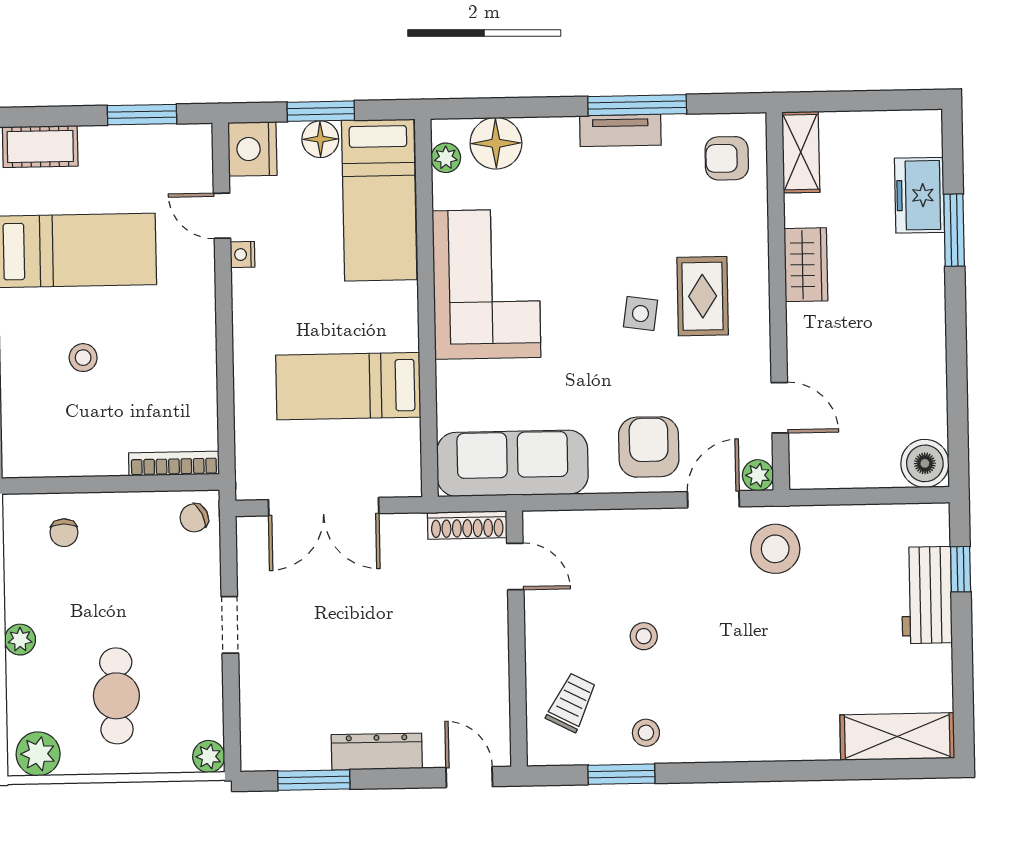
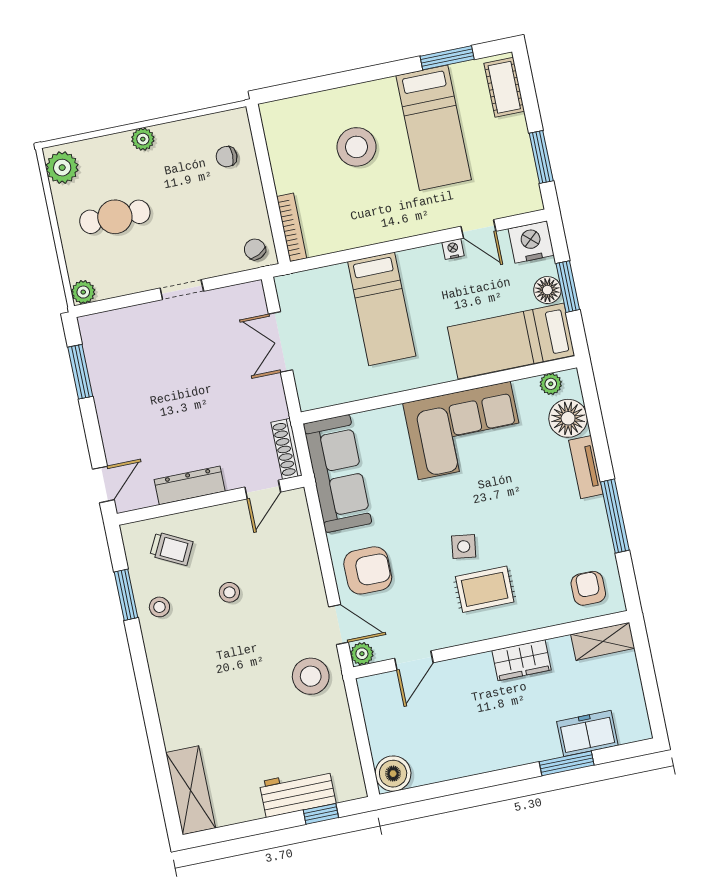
tv unit: (620, 130) -> (586, 467), moved
door: (222, 216) -> (478, 229), swing flipped
stool: (83, 358) -> (356, 147), width x1.89, depth x1.89
bed: (348, 386) -> (382, 309), moved, turned 180
double door: (324, 507) -> (280, 342), width x0.73
dresser: (377, 752) -> (190, 485), moved, turned -90

